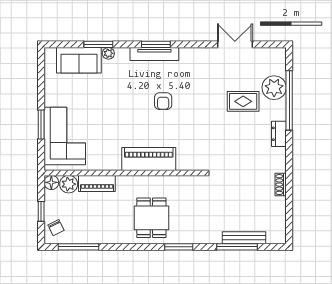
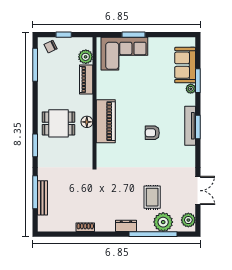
plant: (272, 56) -> (188, 220), added
floor lamp: (51, 182) -> (87, 122), moved

